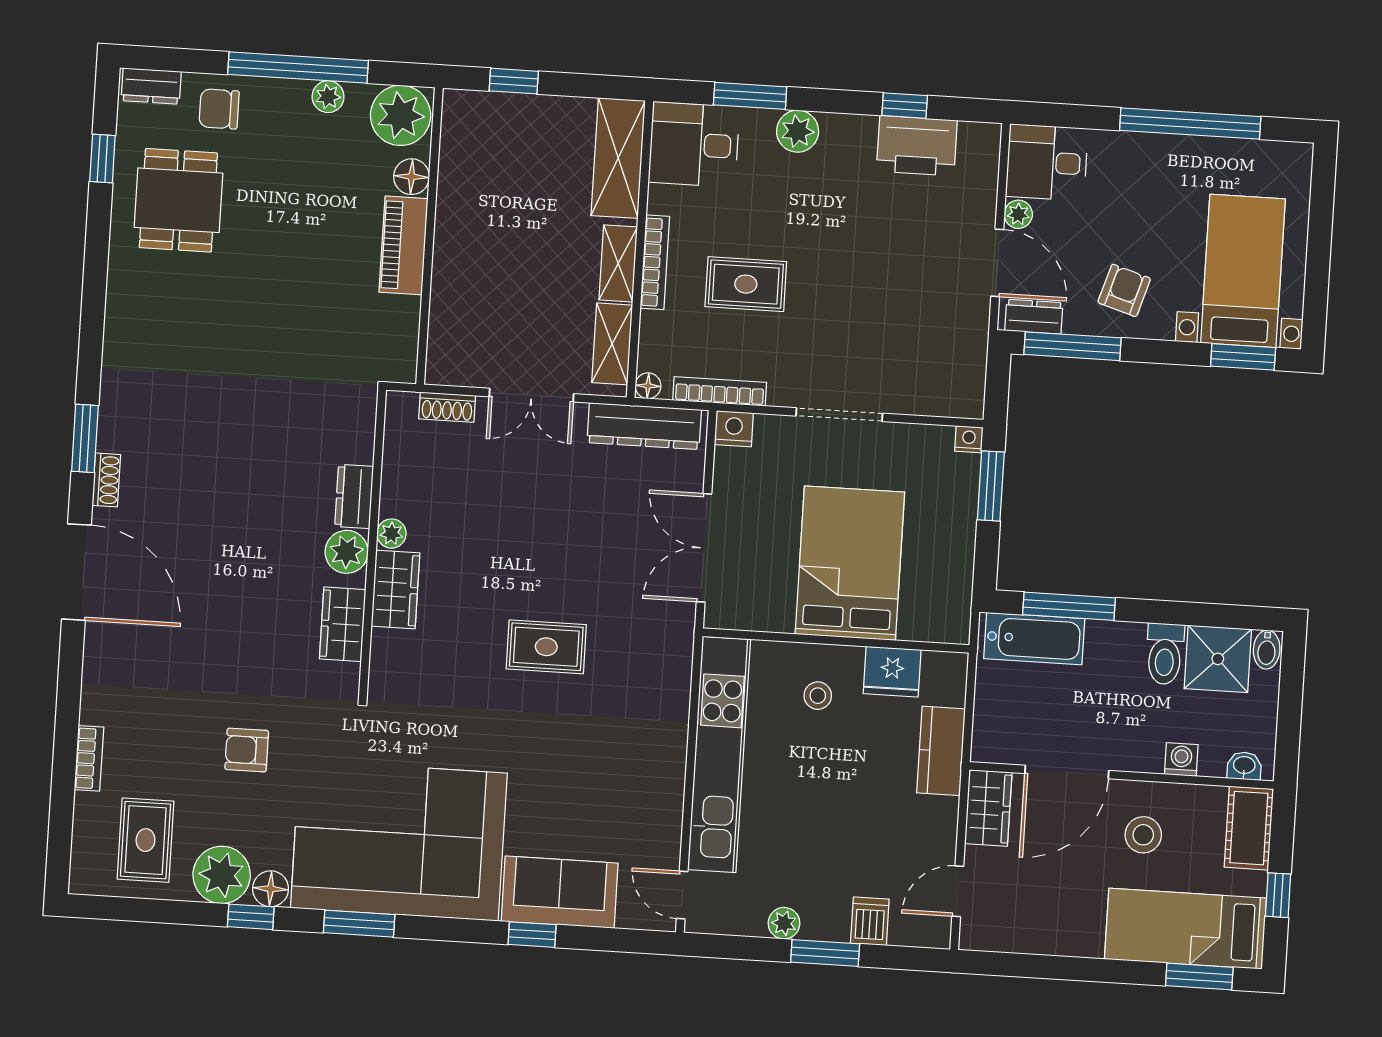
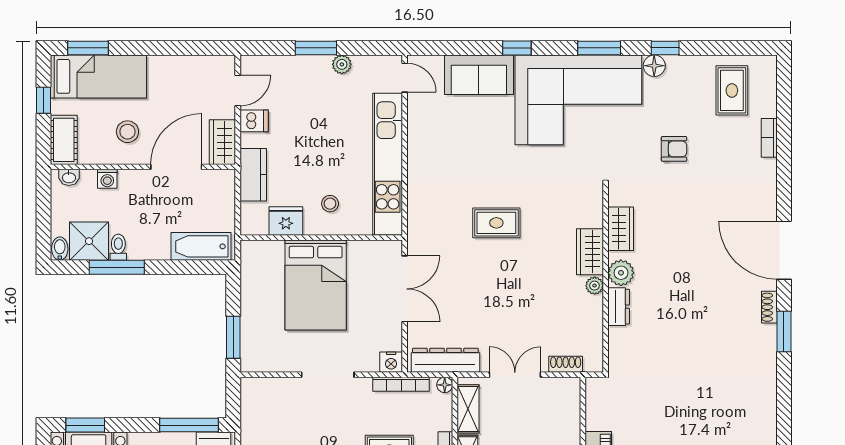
nightstand: (969, 439) -> (248, 365), removed
window: (1069, 606) -> (117, 267), moved
toilet: (1165, 654) -> (118, 247), width x0.73, depth x0.72
plant: (222, 875) -> (684, 72), removed
dishwasher: (870, 921) -> (254, 121), moved, turned -90
window: (532, 935) -> (517, 48), moved

